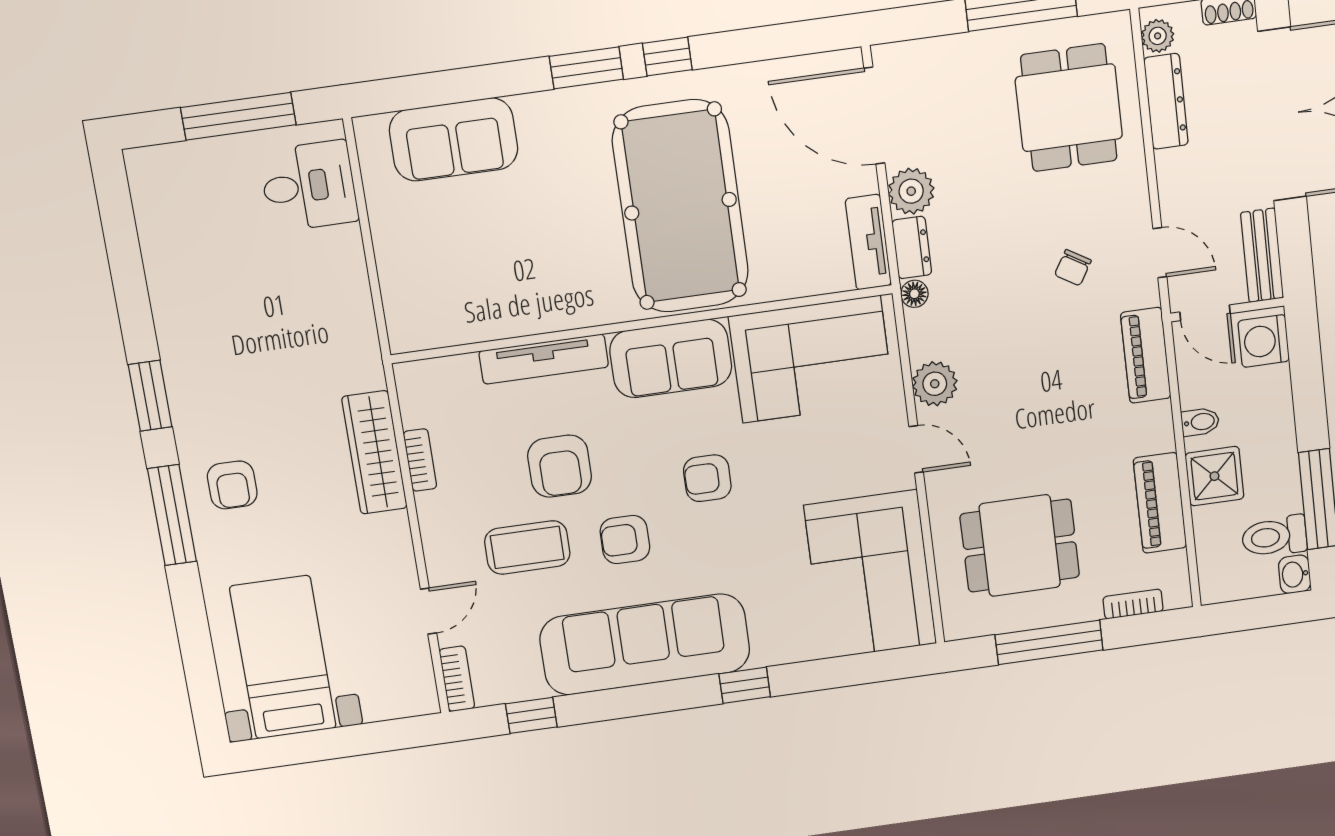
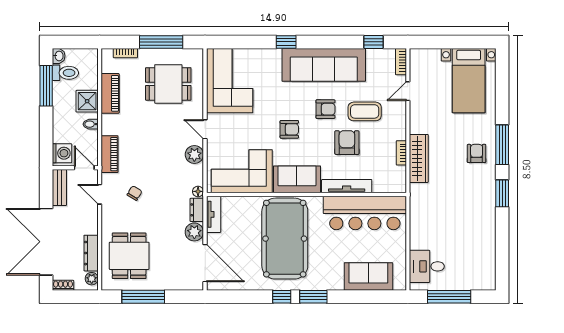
bar counter: (488, 299) -> (365, 213), added

